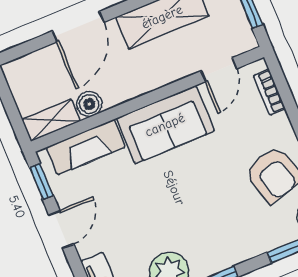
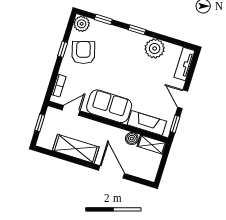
door: (78, 27) -> (111, 172), hinge flipped
door: (61, 230) -> (183, 99), hinge flipped

